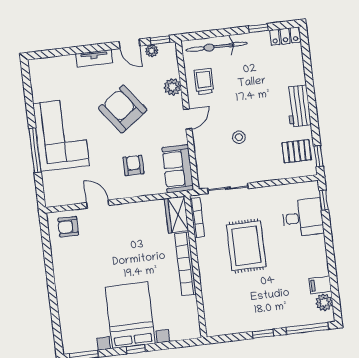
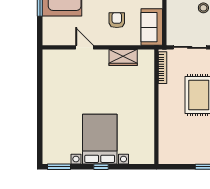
wardrobe: (176, 215) -> (123, 58), moved, turned -90
armchair: (68, 227) -> (59, 63), removed
bookcase: (185, 264) -> (149, 104), removed

